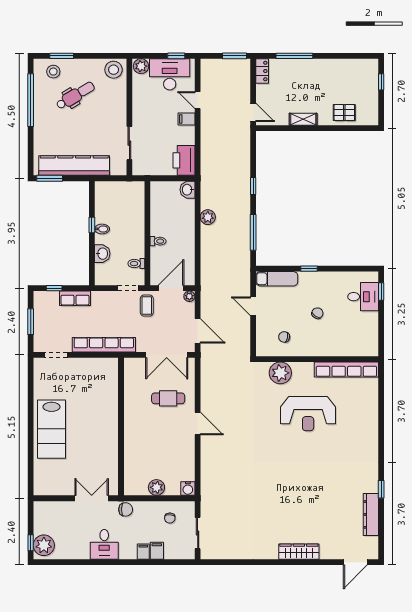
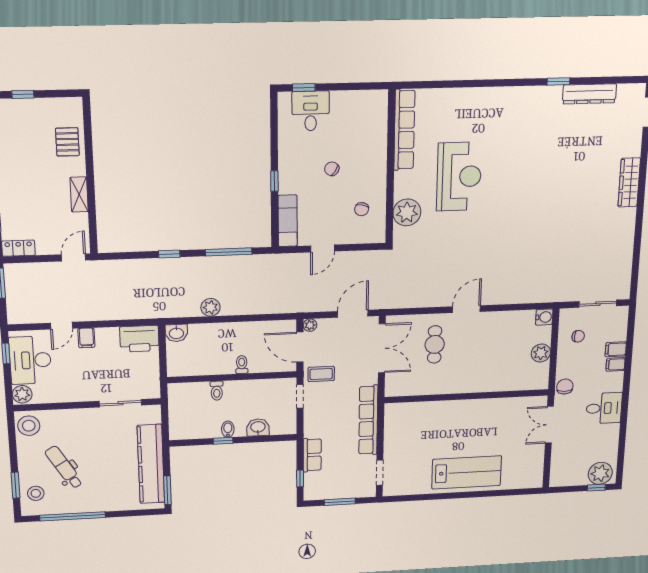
toilet: (136, 264) -> (217, 391), moved

